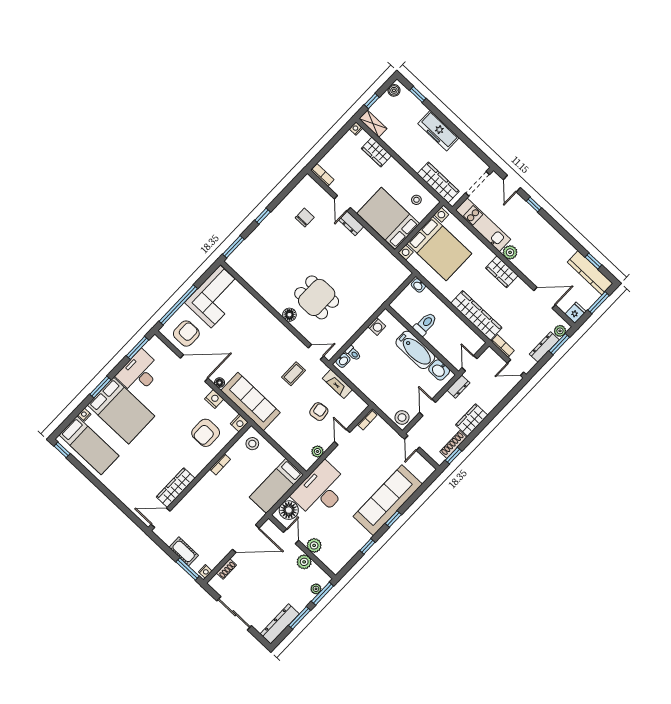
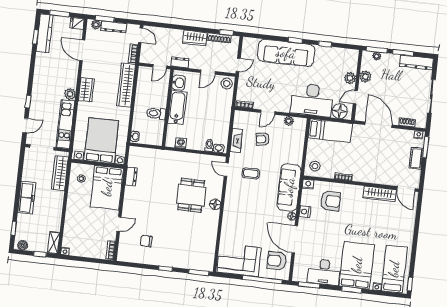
wardrobe: (376, 152) -> (70, 227), removed
dresser: (351, 223) -> (131, 176), moved

